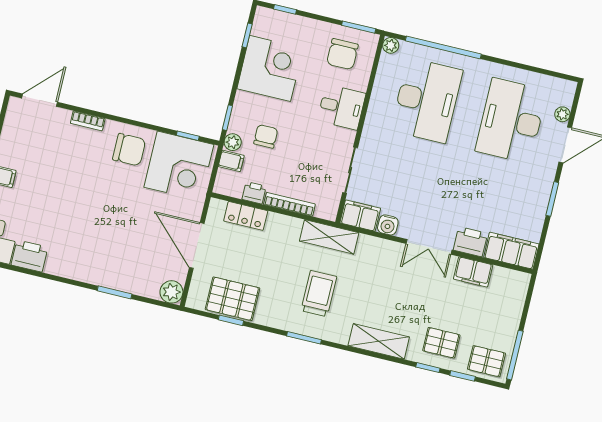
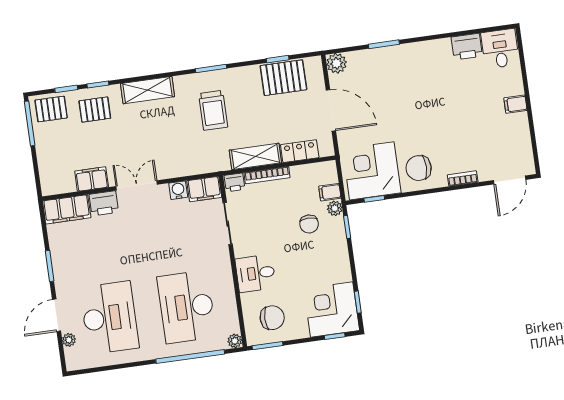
chair: (342, 54) -> (272, 318), turned 90
corner desk: (270, 68) -> (332, 309), moved, turned 90
printer: (254, 193) -> (234, 182), moved
shelving: (329, 237) -> (255, 156), moved

